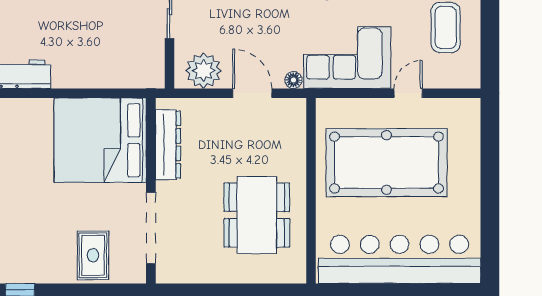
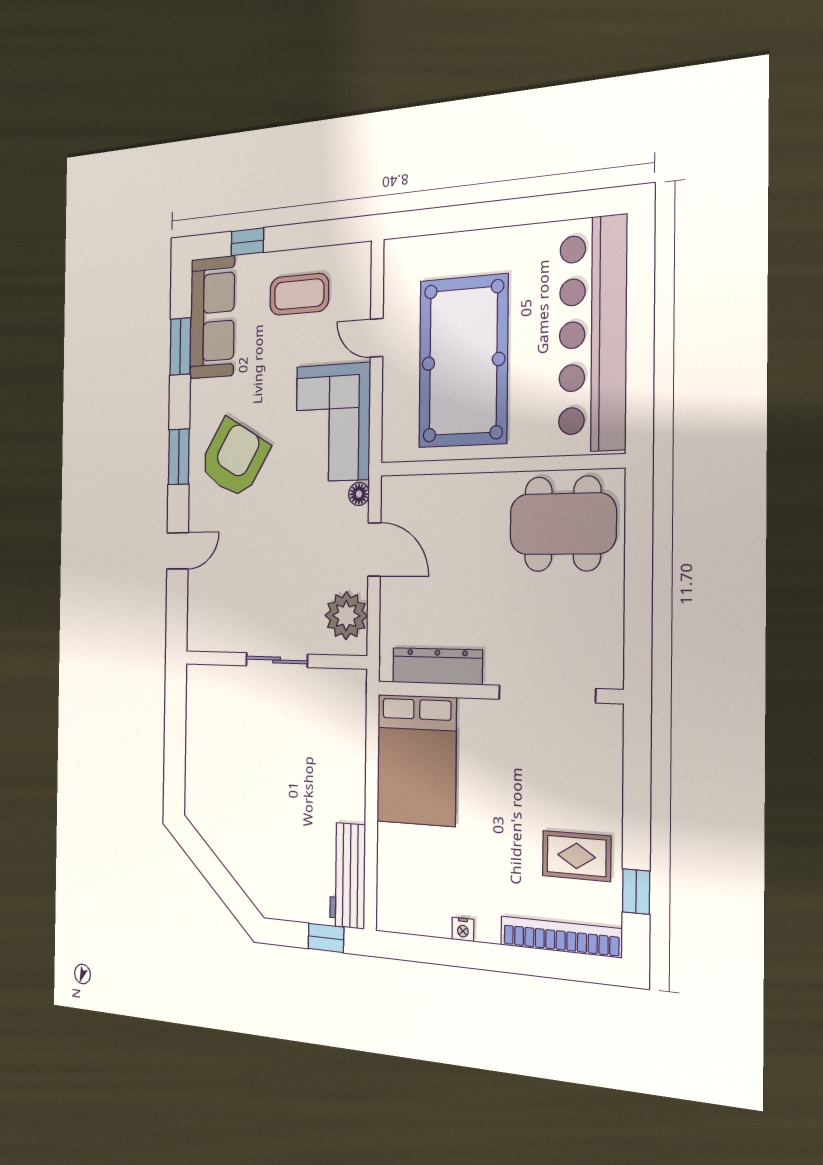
door: (252, 93) -> (374, 550), swing flipped
bed: (100, 140) -> (416, 760), width x0.73
dining table: (257, 215) -> (563, 524), moved
rug: (93, 255) -> (577, 856), moved

